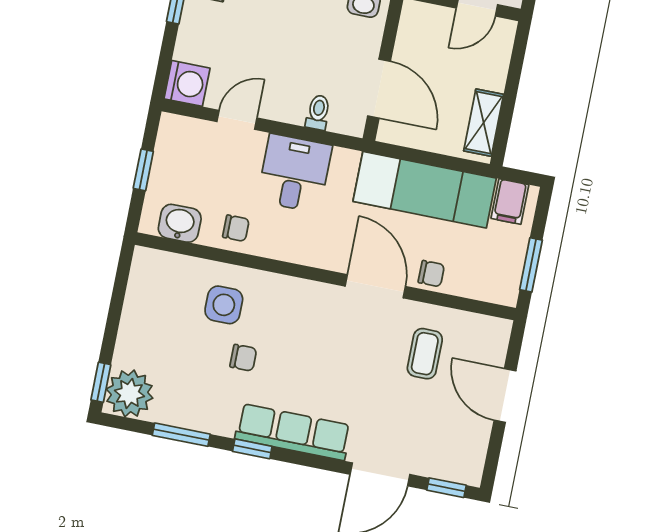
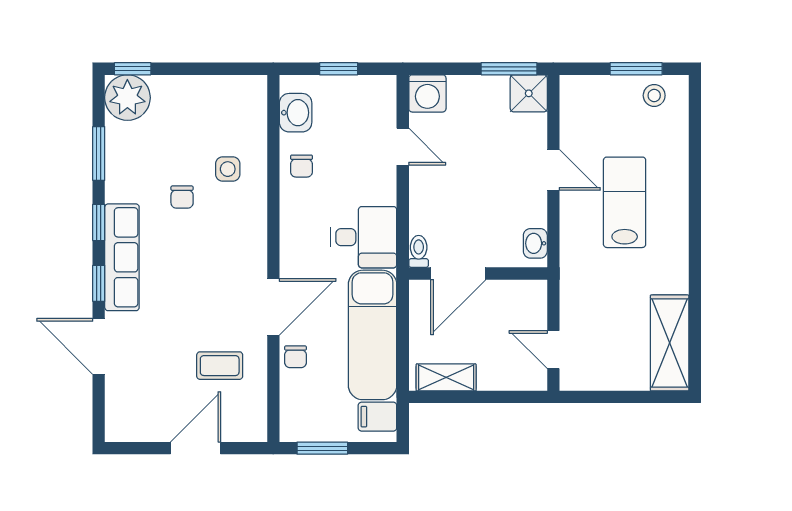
toilet: (318, 112) -> (419, 251), moved, turned -90
desk: (294, 173) -> (364, 237), moved
side table: (224, 305) -> (228, 169), width x0.73, depth x0.73
window: (446, 488) -> (99, 283), moved

